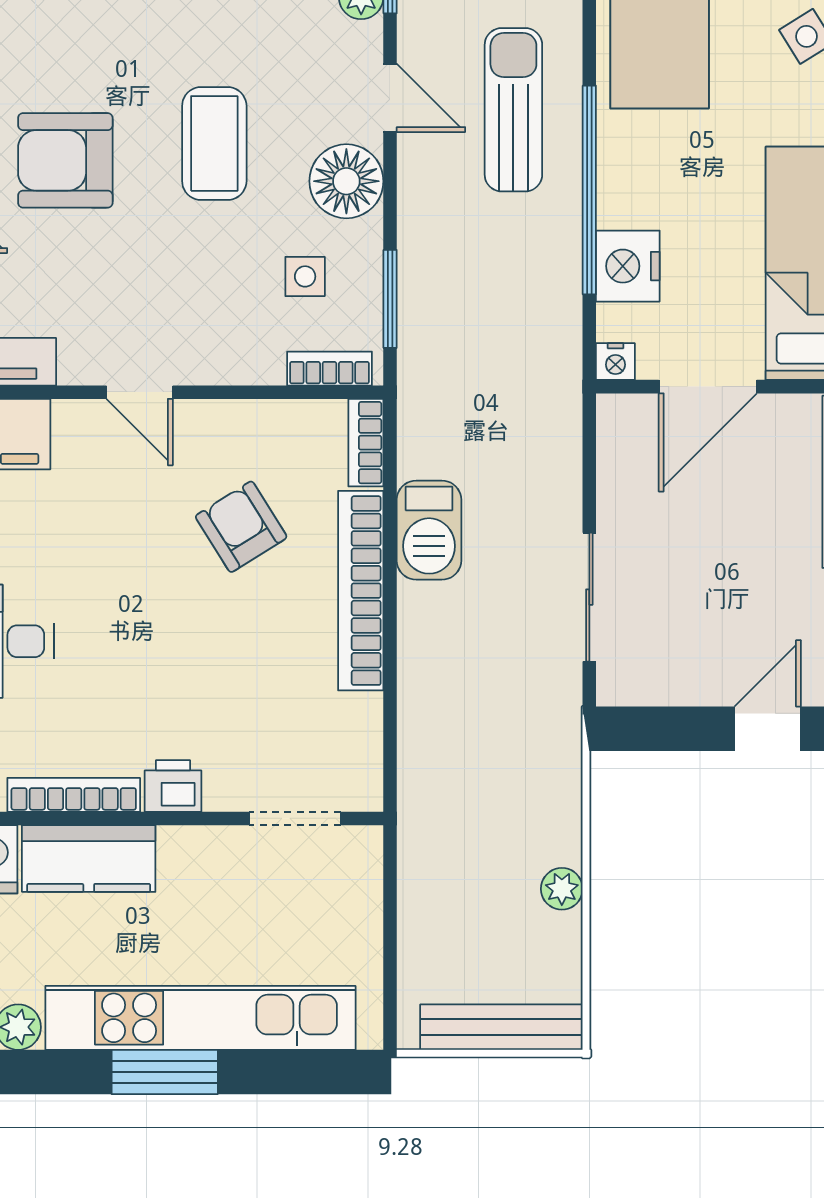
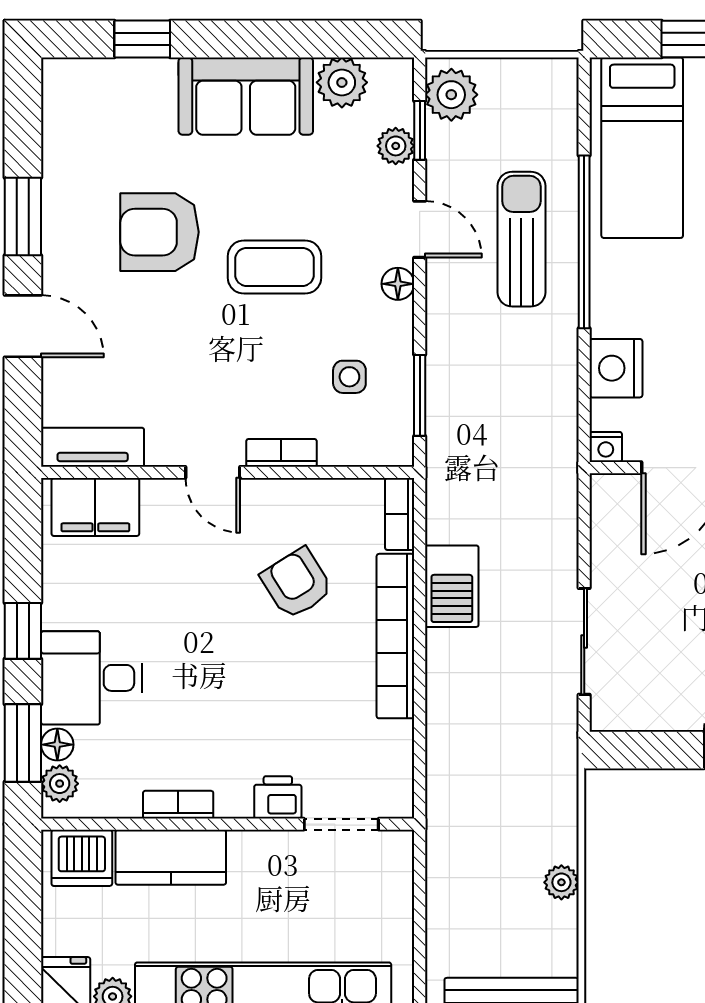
coffee table: (214, 144) -> (275, 267), turned 90
armchair: (65, 160) -> (160, 232), moved
floor lamp: (346, 181) -> (398, 284), width x0.53, depth x0.53
window: (589, 190) -> (584, 242), moved
bookcase: (329, 369) -> (281, 453), moved
printer: (173, 786) -> (278, 797), moved
bookcase: (74, 795) -> (178, 805), width x0.64

